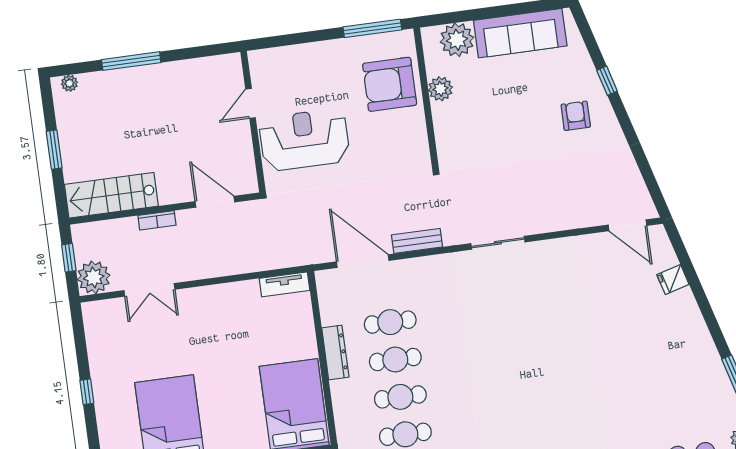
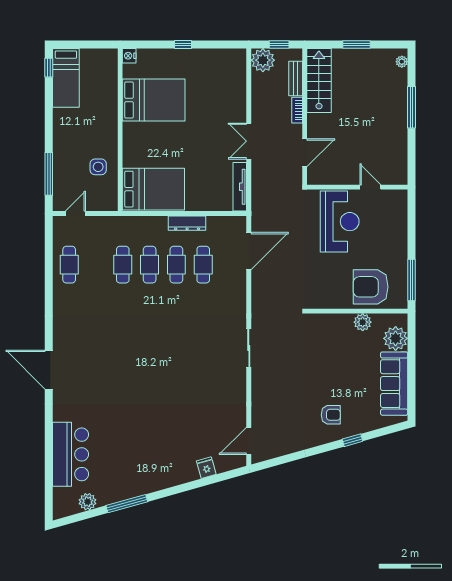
armchair: (390, 84) -> (371, 287), turned -90
bench: (417, 241) -> (296, 78), moved
tv unit: (285, 284) -> (240, 187), width x1.41
double door: (149, 290) -> (249, 141), moved

